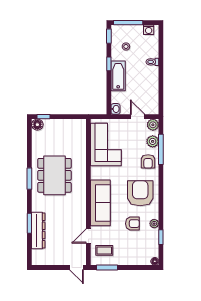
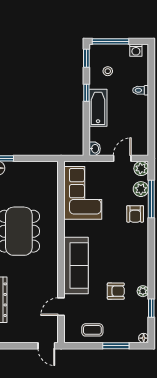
door: (138, 117) -> (122, 158), hinge flipped
armchair: (140, 193) -> (125, 254), removed
coffee table: (104, 250) -> (92, 330), moved
window: (107, 268) -> (116, 346), moved

